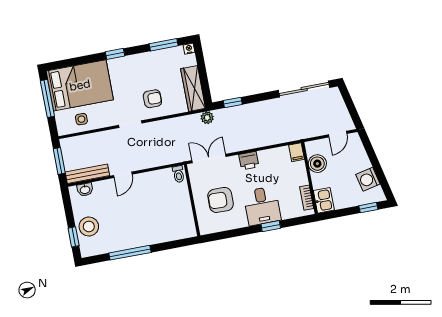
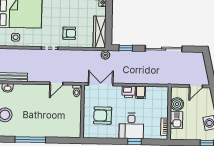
sliding door: (304, 89) -> (164, 49), moved
filing cabinet: (296, 152) -> (141, 92), moved
door: (123, 175) -> (56, 83), moved
kitchen sink: (324, 200) -> (176, 120), moved

